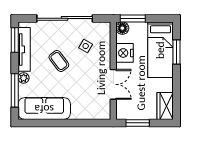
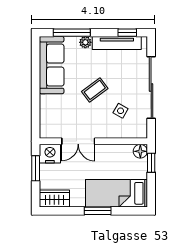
window: (133, 18) -> (151, 163), width x0.67
window: (15, 40) -> (127, 33), width x0.67
window: (176, 52) -> (98, 211), moved
nightstand: (125, 53) -> (50, 154), moved
coffee table: (59, 61) -> (95, 90), moved

